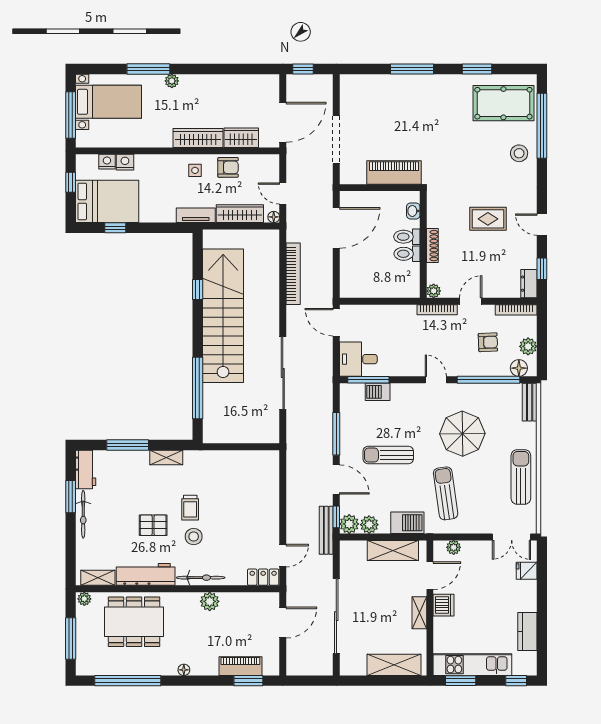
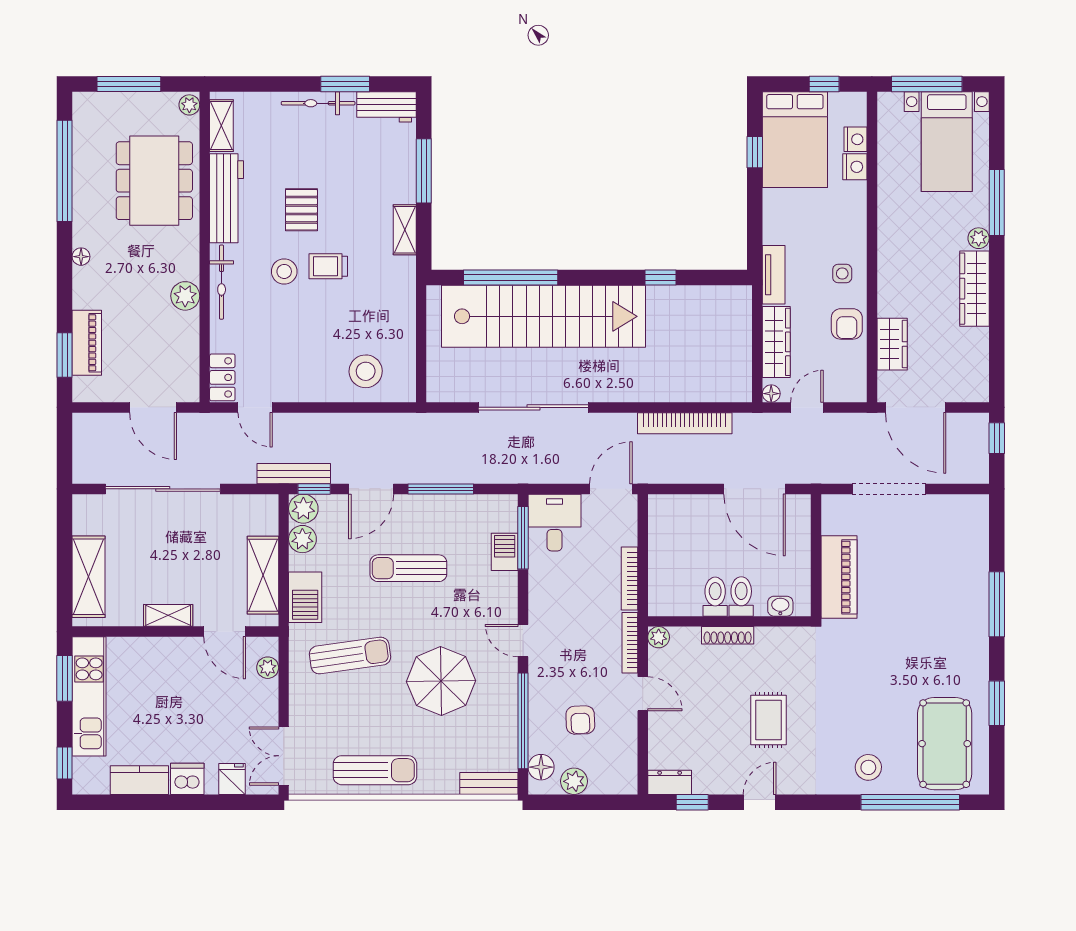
wardrobe: (198, 138) -> (974, 289), moved, turned 180
bookcase: (516, 310) -> (630, 579), moved
stairs: (223, 316) -> (544, 316), moved
door: (436, 380) -> (523, 641), swing flipped
sun lounger: (388, 455) -> (408, 568), turned -90
stool: (259, 483) -> (366, 371), added
dishwasher: (444, 605) -> (187, 779), moved, turned 180

